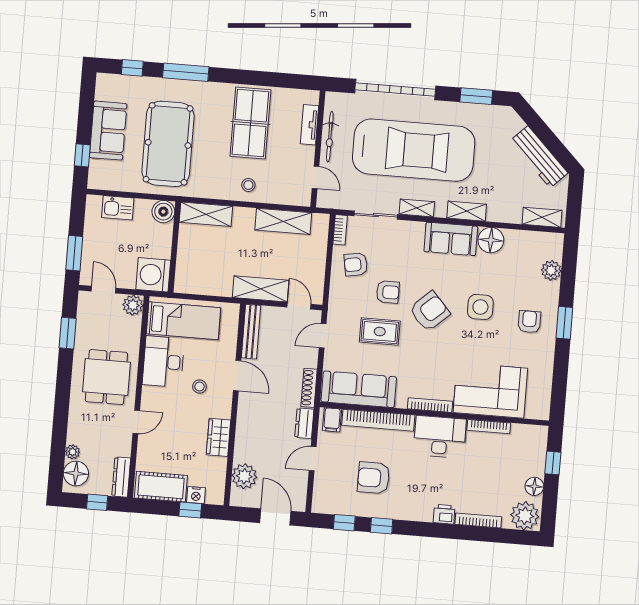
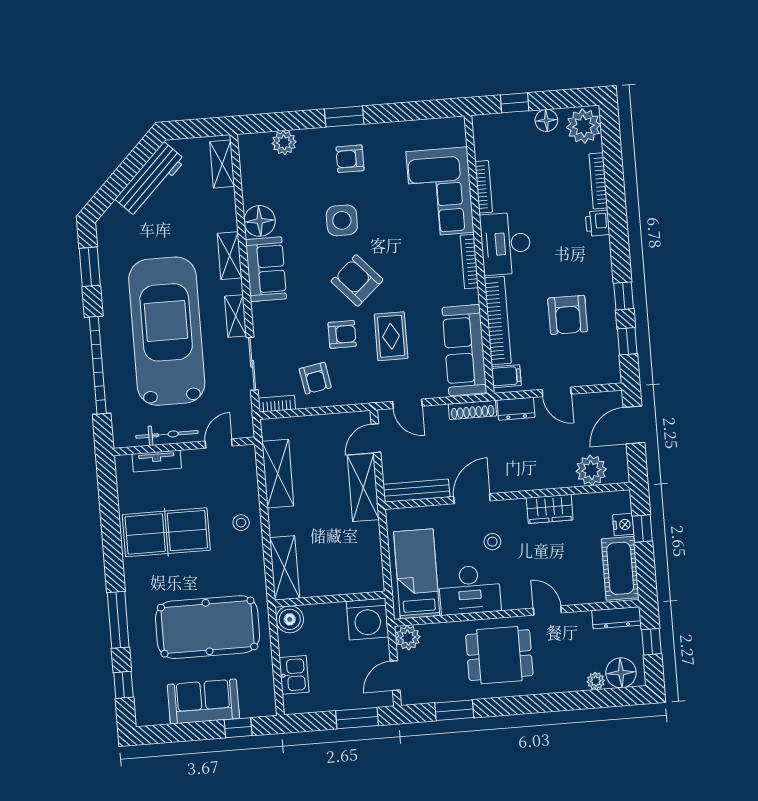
armchair: (388, 292) -> (342, 334), turned 90

